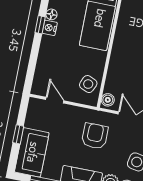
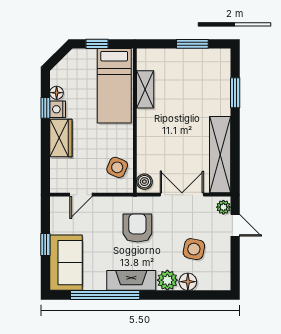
shelving: (123, 26) -> (145, 89), added
wardrobe: (48, 51) -> (61, 138), added
door: (55, 100) -> (81, 195), swing flipped

